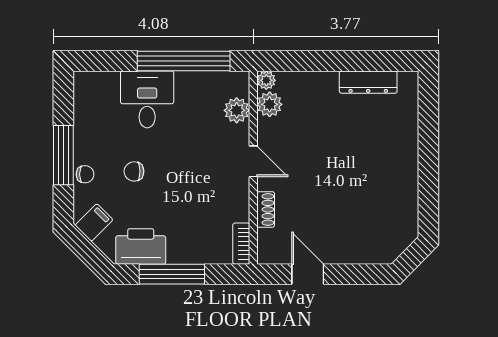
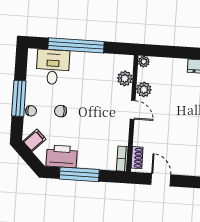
window: (184, 61) -> (76, 45), moved
desk: (147, 99) -> (53, 67), moved
plant: (270, 104) -> (144, 89), moved
shoe rack: (266, 209) -> (137, 158), moved

